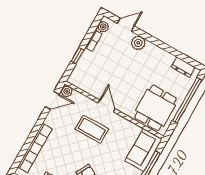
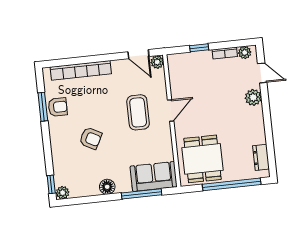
dining table: (155, 108) -> (203, 159), turned 90

